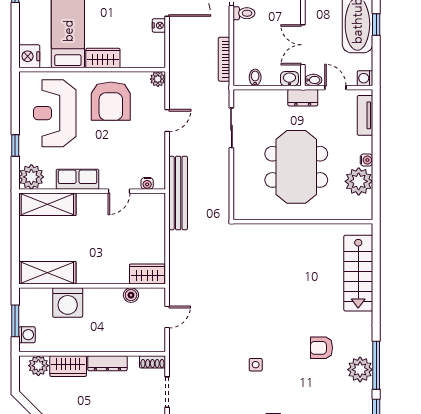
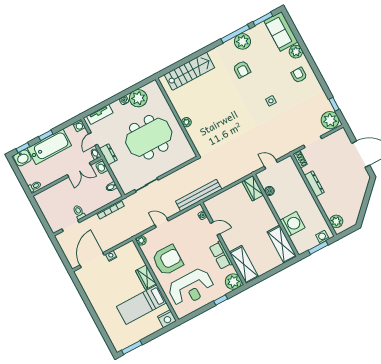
plant: (289, 231) -> (186, 122), added
wardrobe: (68, 366) -> (328, 205), removed

